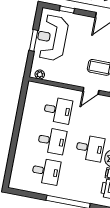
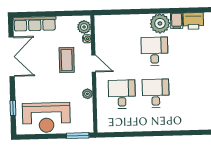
window: (34, 40) -> (78, 136), moved
plant: (40, 74) -> (87, 94), moved
desk: (46, 171) -> (189, 92), removed

